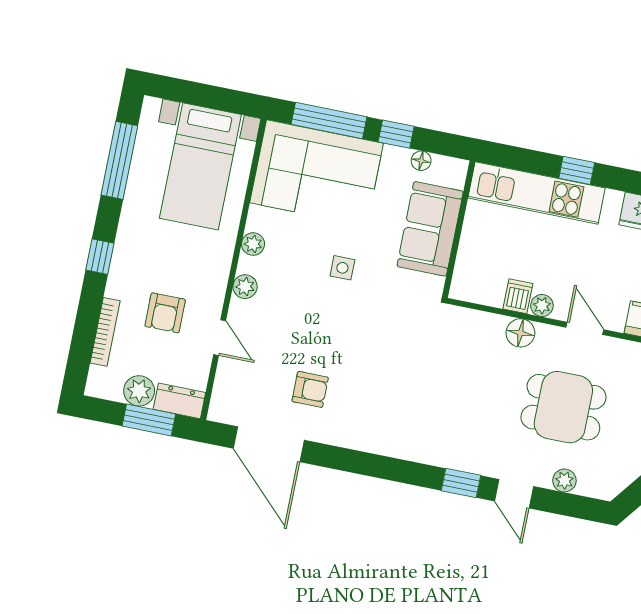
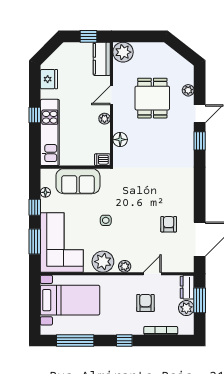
window: (329, 121) -> (35, 242), width x0.69
plant: (253, 244) -> (103, 262), width x1.88, depth x1.88
dishwasher: (518, 296) -> (102, 160), moved
armchair: (165, 313) -> (145, 303), turned -90
floor lamp: (520, 333) -> (120, 140), moved

